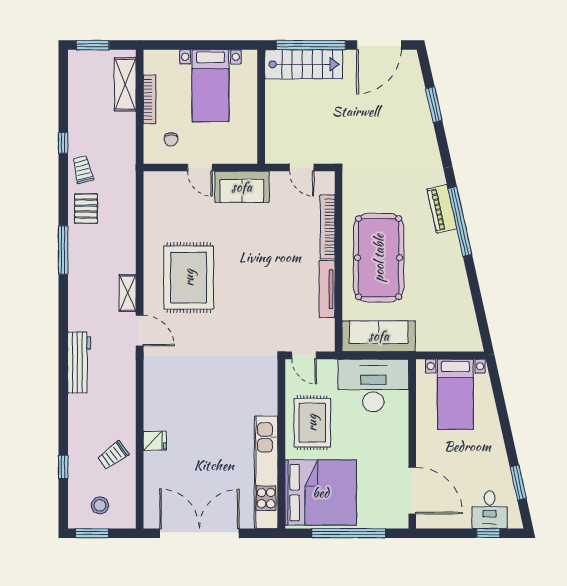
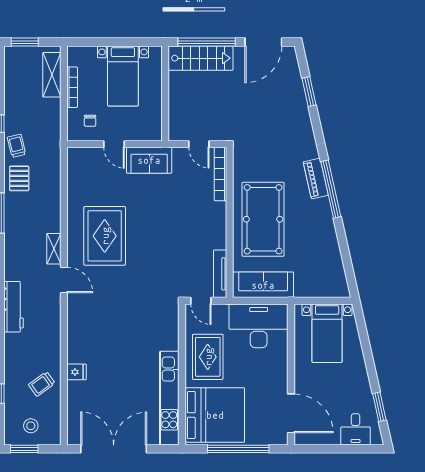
bookcase: (328, 227) -> (220, 174), moved
tv unit: (327, 289) -> (220, 274), moved
window: (488, 533) -> (355, 449), removed

